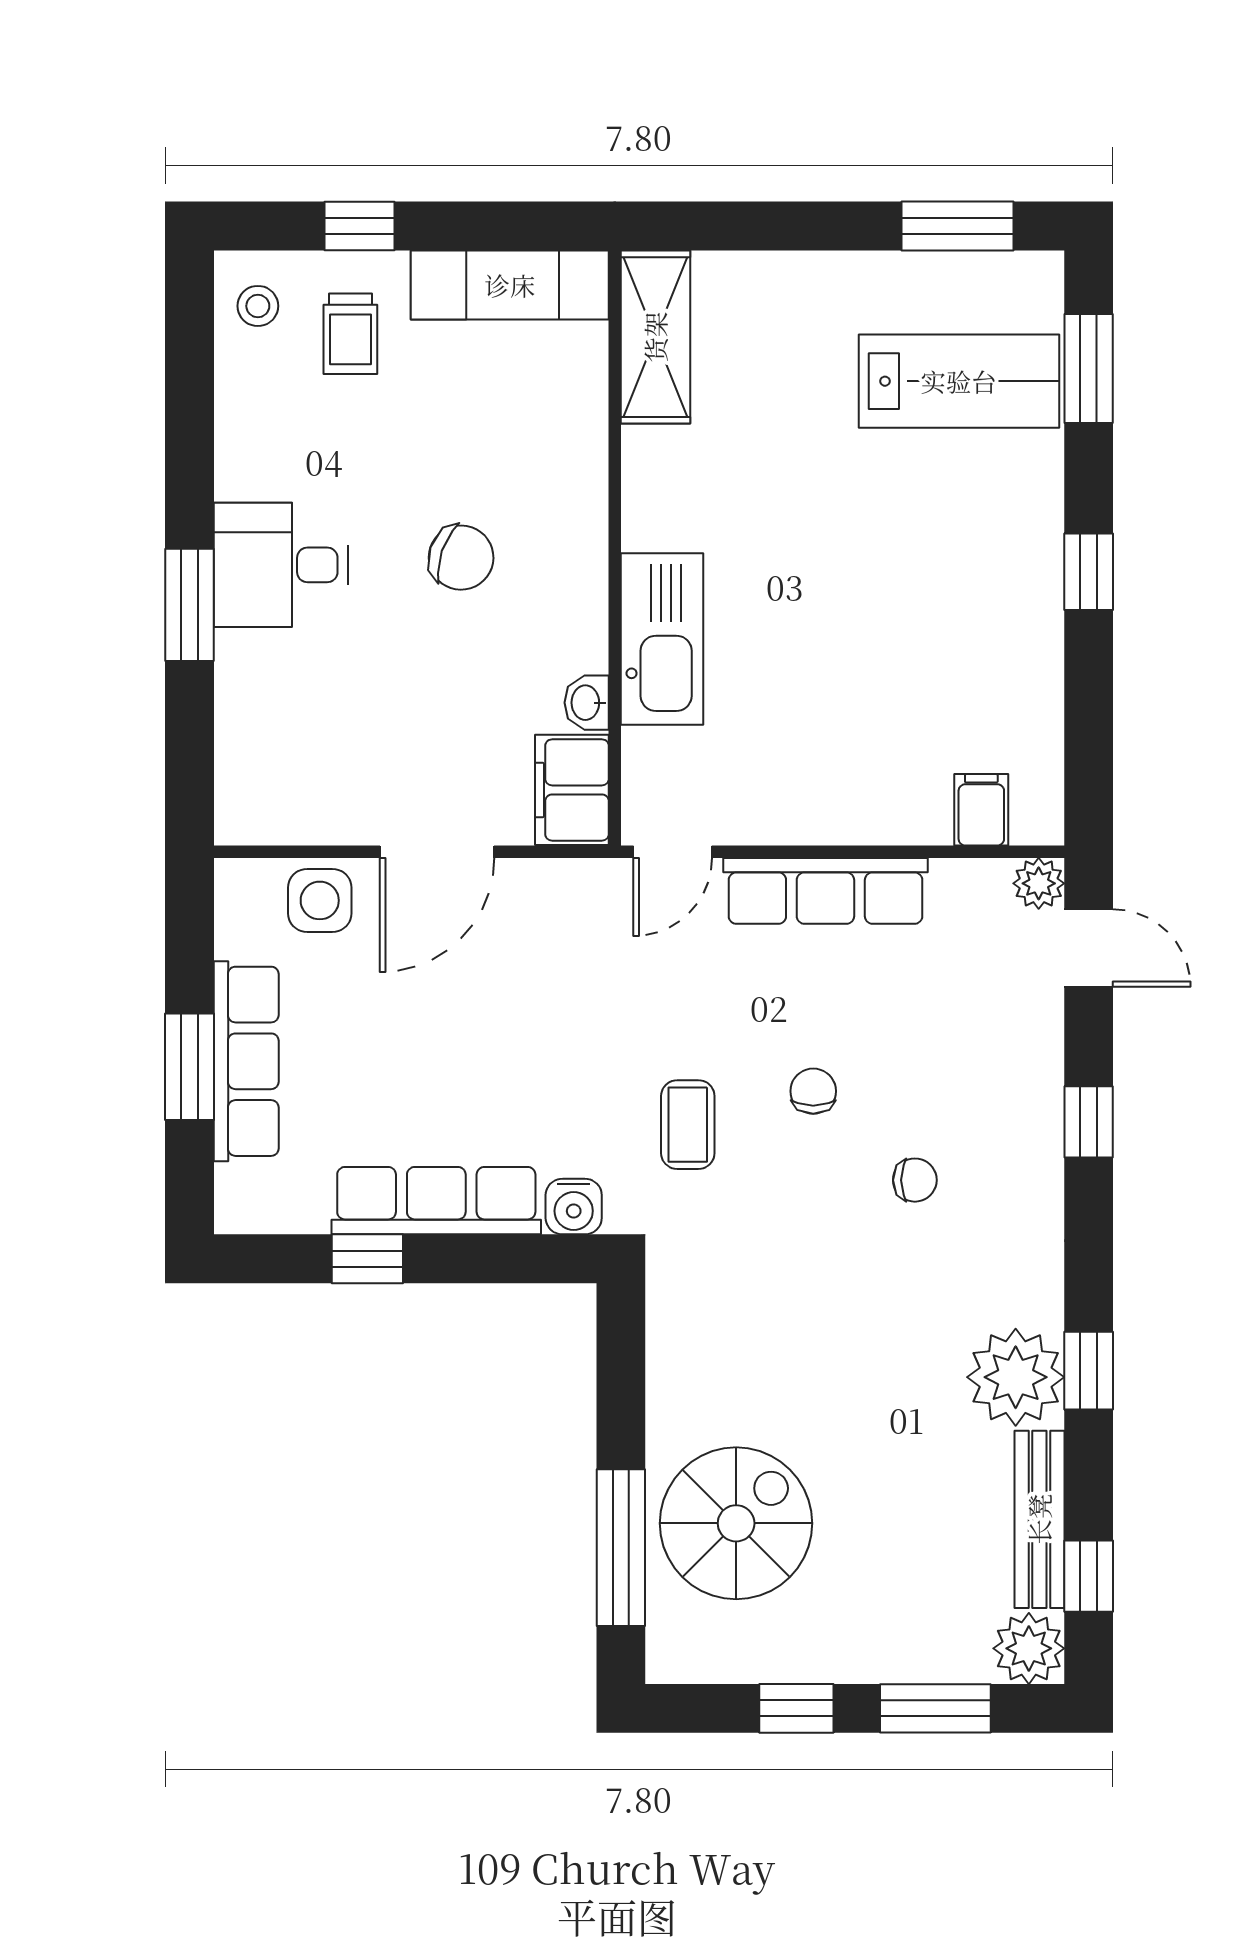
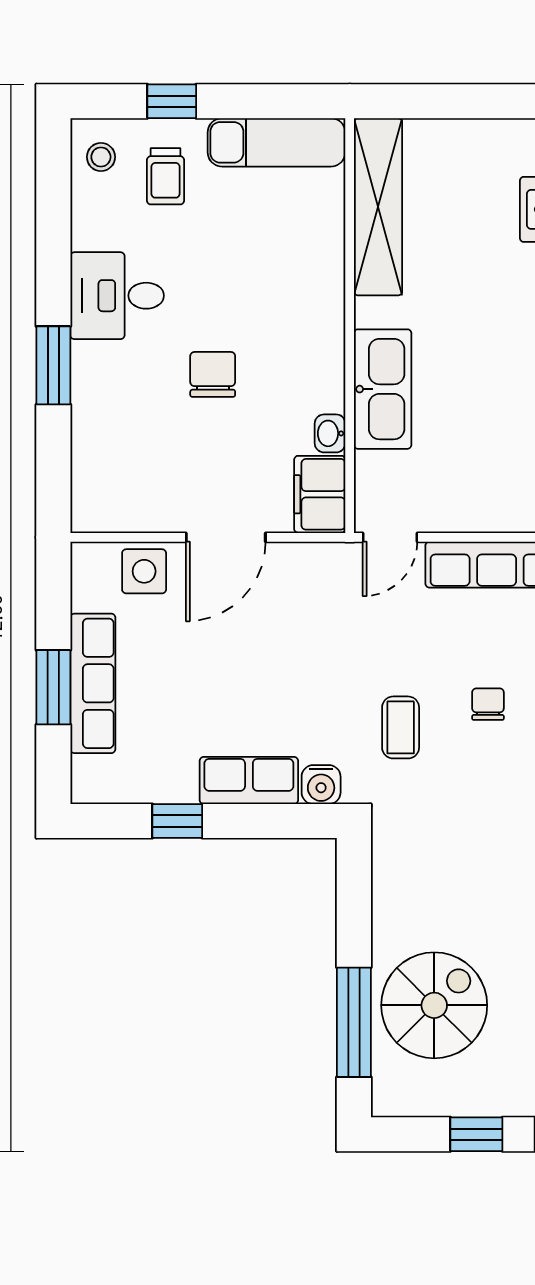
shelving: (655, 337) -> (378, 207), width x1.47
chair: (461, 558) -> (213, 374), moved, turned -109
desk: (281, 565) -> (117, 296), moved
row of seats: (436, 1201) -> (249, 780), width x0.68

